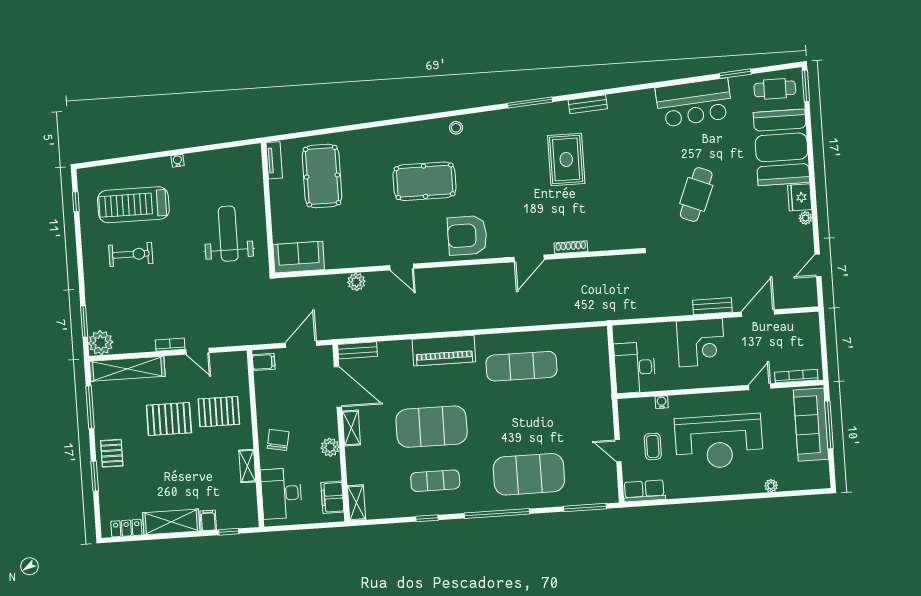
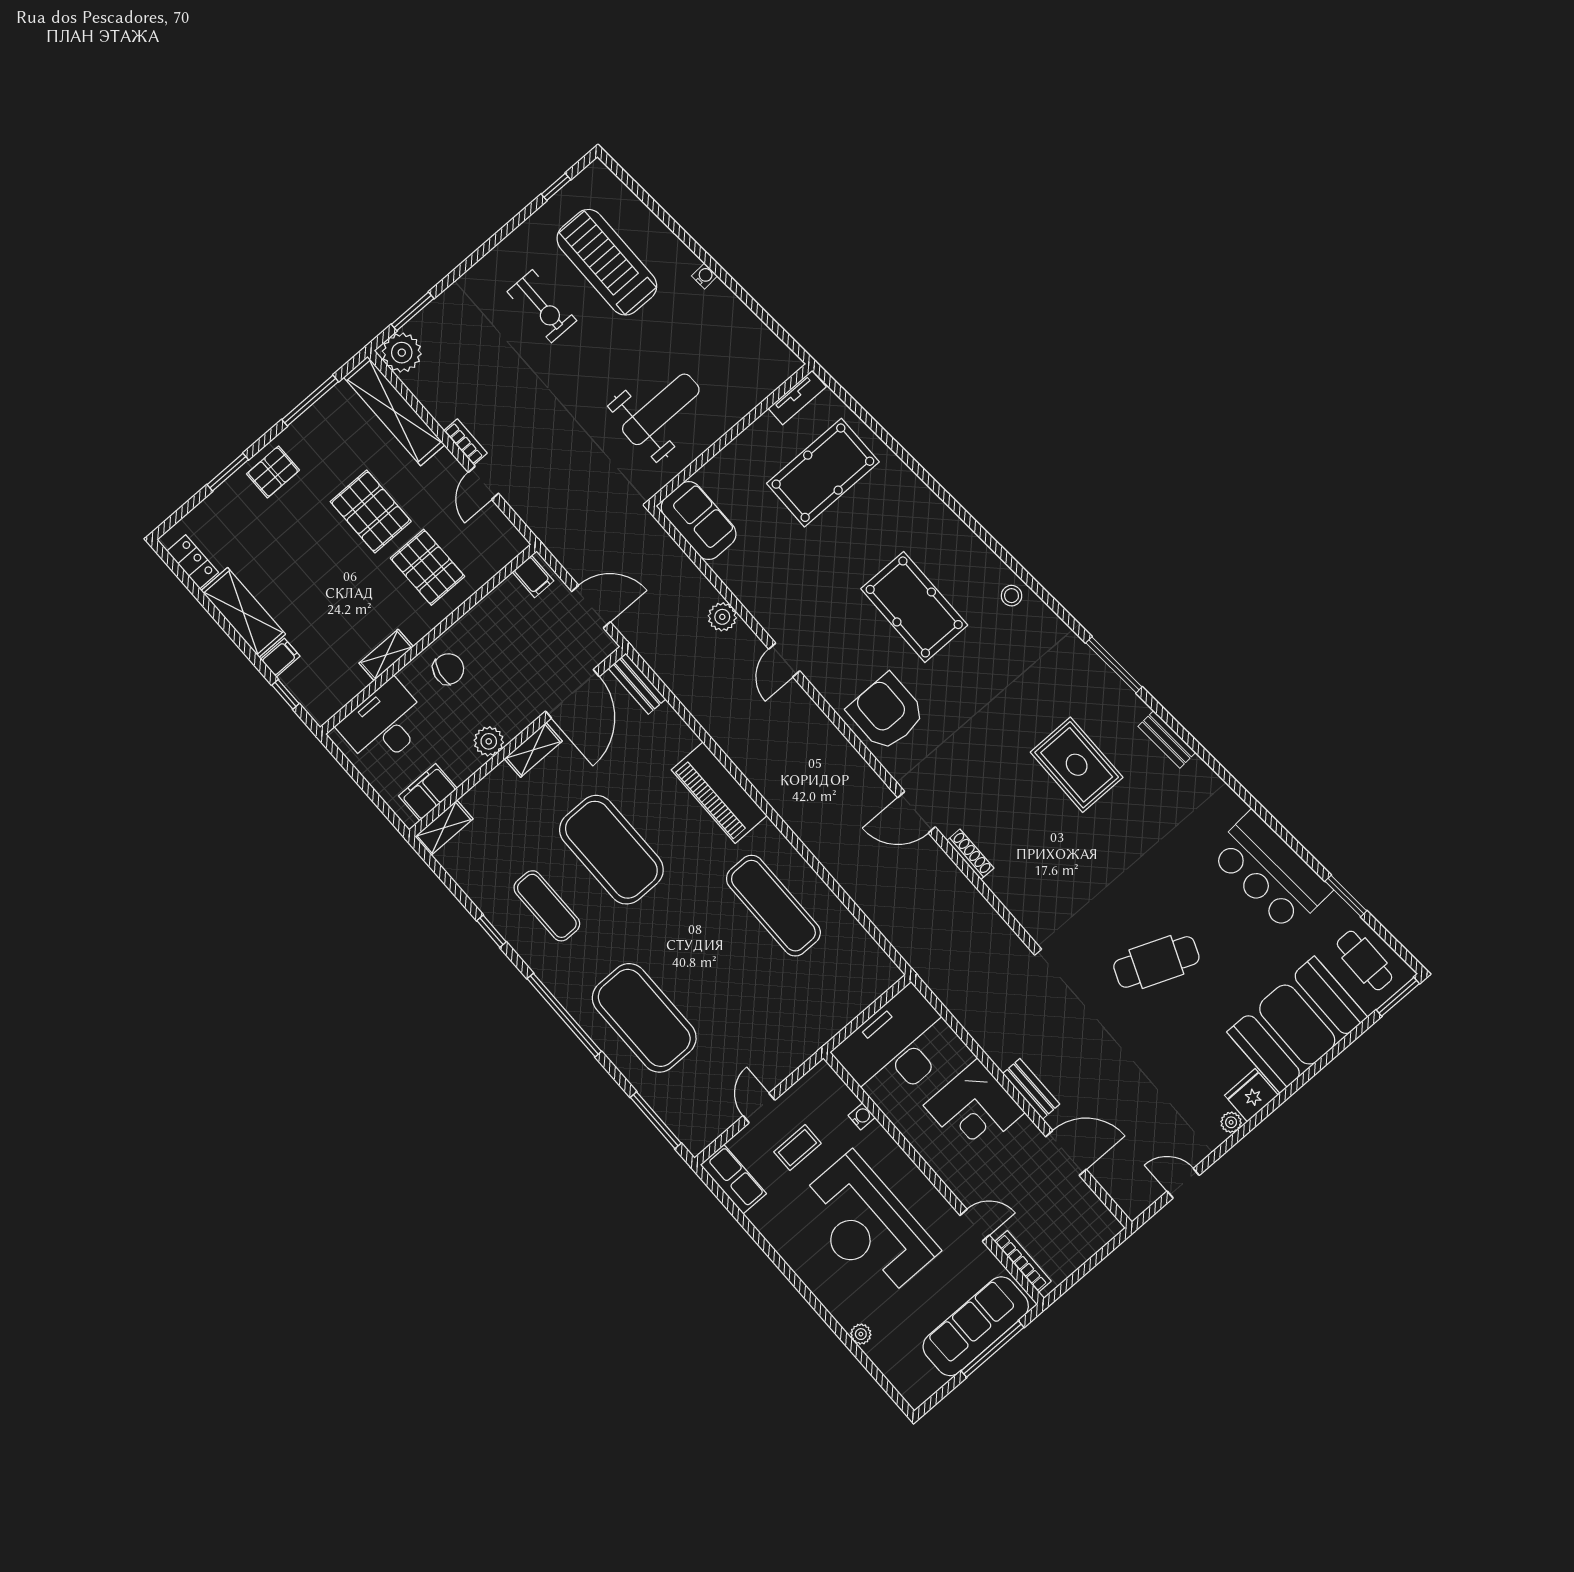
rug: (566, 159) -> (1077, 765), turned 90
desk: (635, 367) -> (897, 1047), width x1.36, depth x1.30

